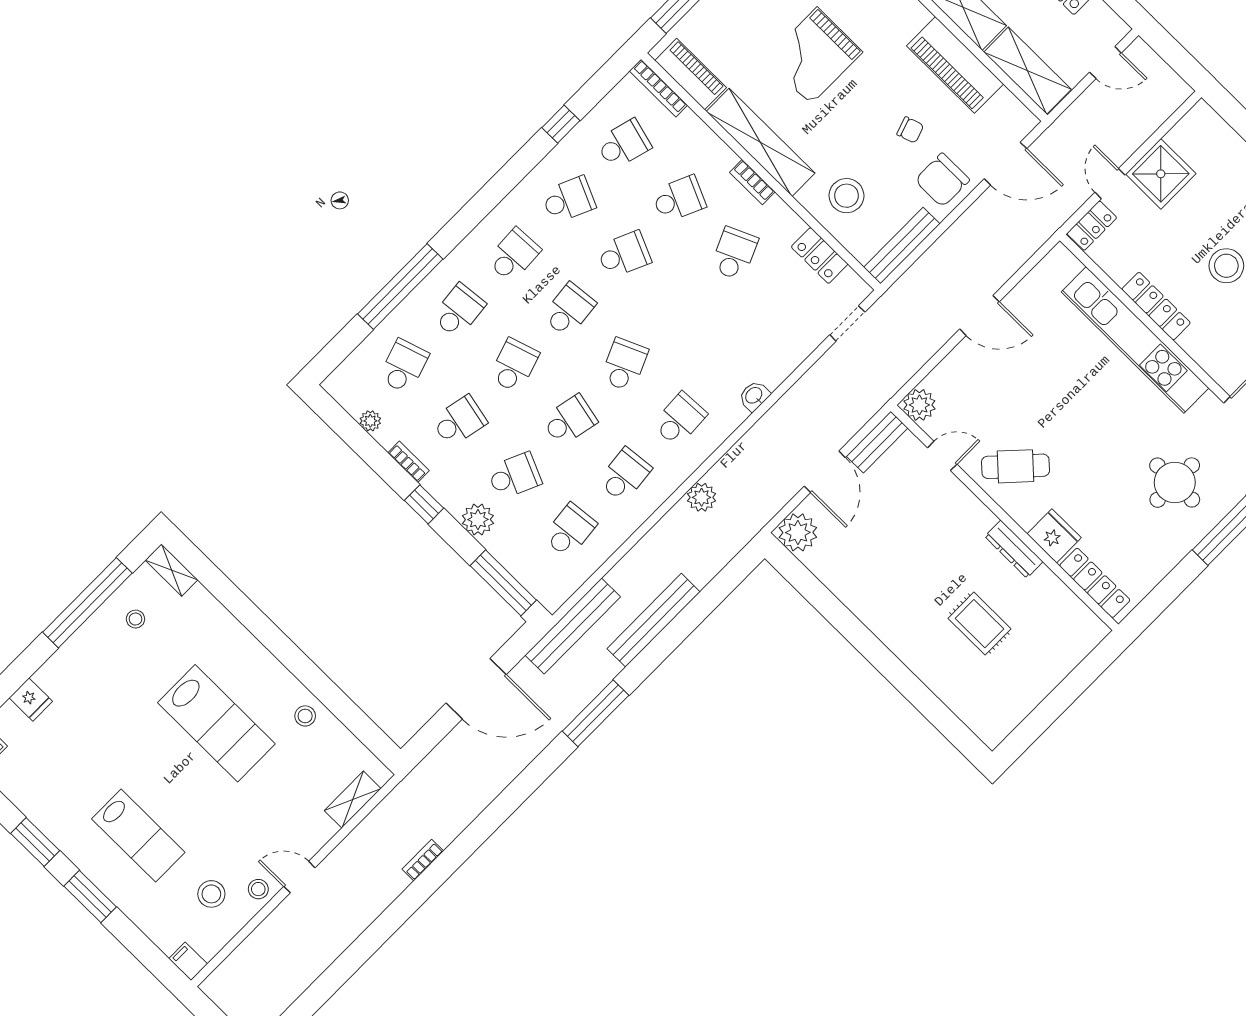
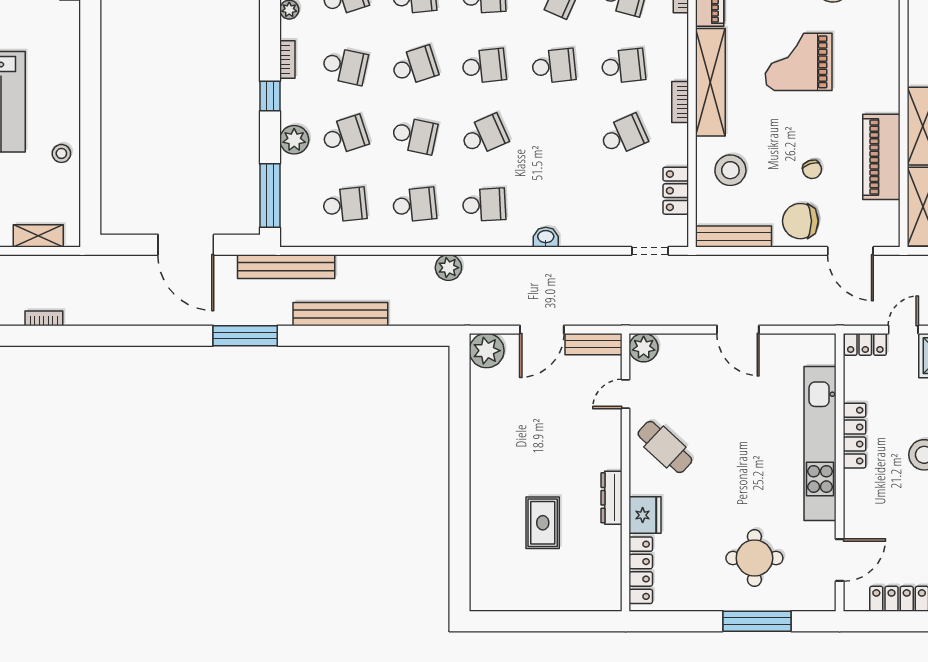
school desk: (679, 199) -> (623, 66), turned -30
school desk: (624, 254) -> (554, 66), turned -30
door: (942, 456) -> (626, 394), swing flipped
school desk: (514, 476) -> (345, 135), turned -42

